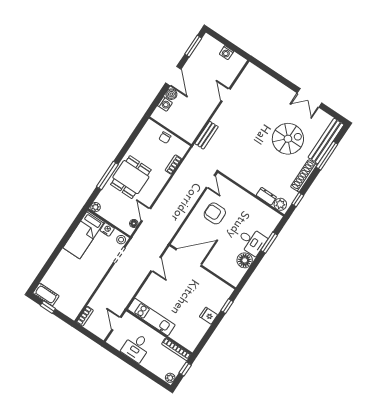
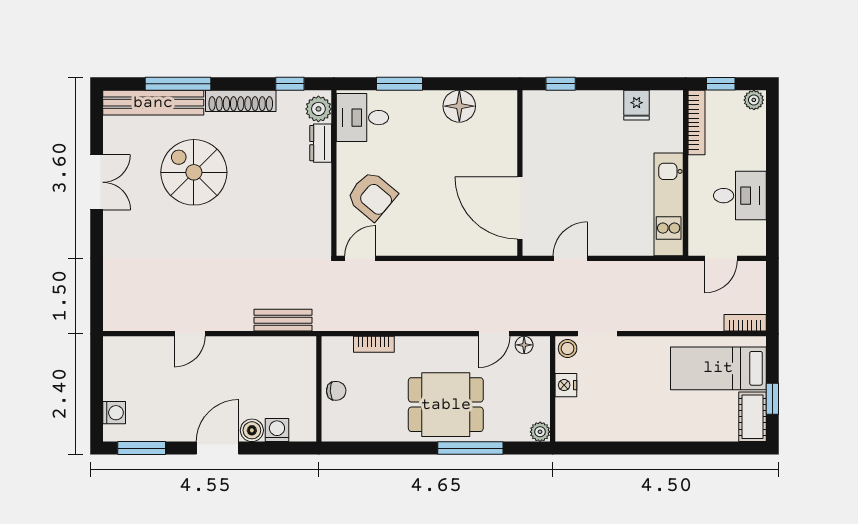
washing machine: (226, 53) -> (114, 413), moved
armchair: (215, 213) -> (372, 196), moved, turned -50
bed: (84, 235) -> (718, 368), moved, turned 180
desk: (252, 241) -> (362, 118), moved, turned -90
fridge: (209, 316) -> (637, 105), moved

